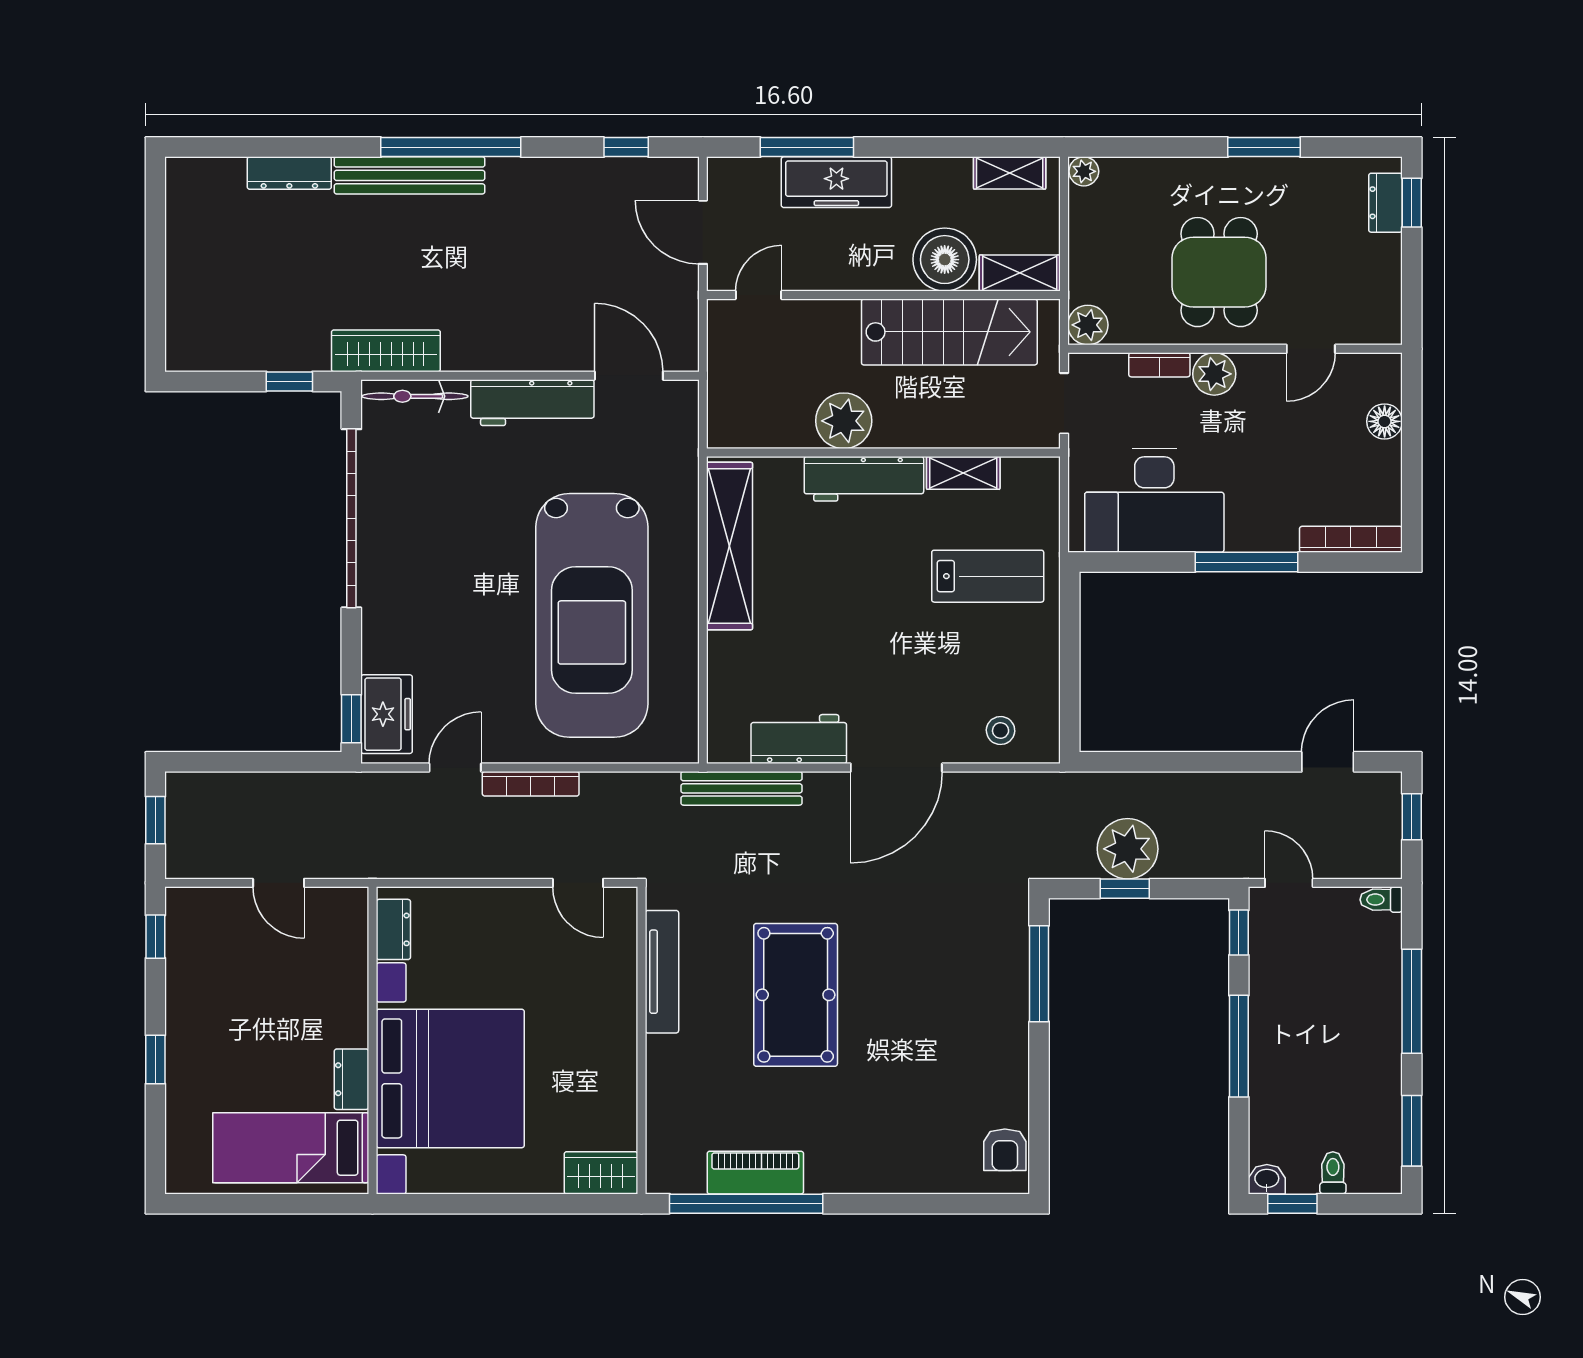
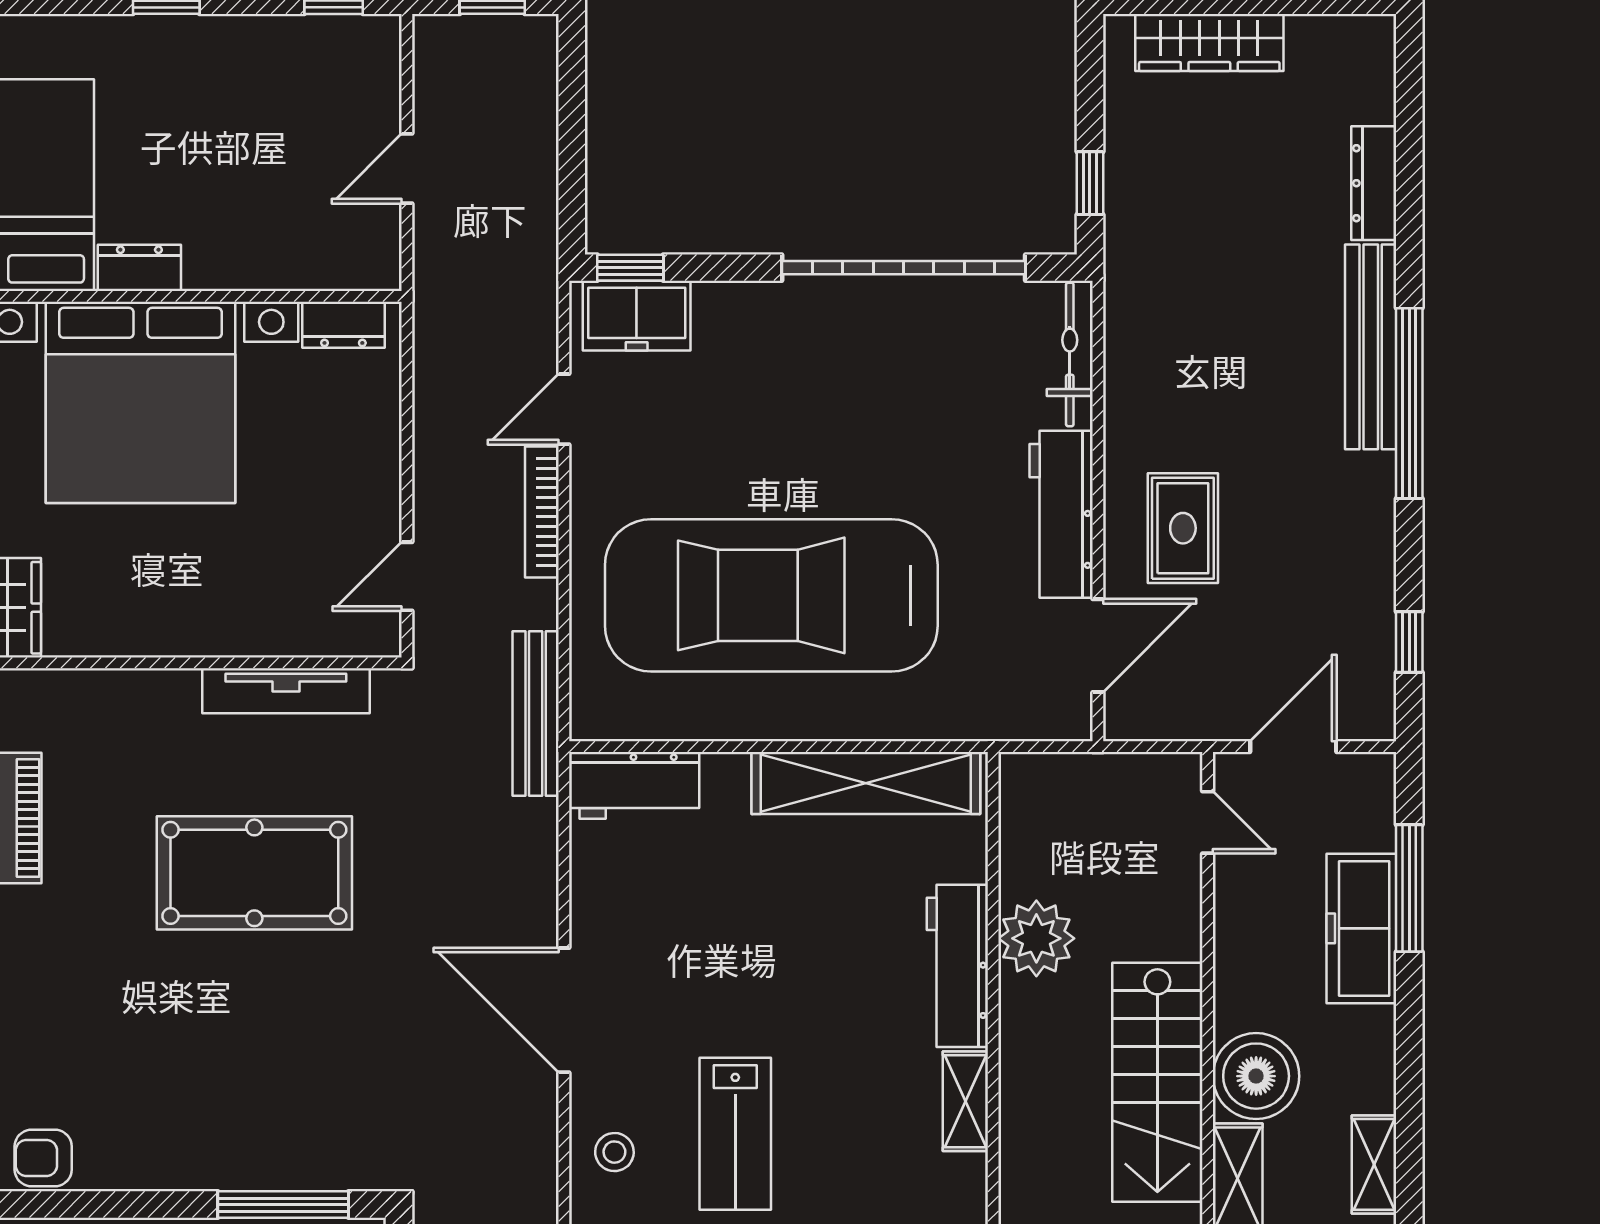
rug: (543, 313) -> (1183, 528), added
wardrobe: (386, 351) -> (1209, 42), moved, turned 90
lab bench: (988, 576) -> (735, 1134), moved
workbench: (799, 739) -> (634, 785), moved, turned 90
door: (455, 768) -> (564, 409), swing flipped
bench: (741, 788) -> (536, 713), moved

